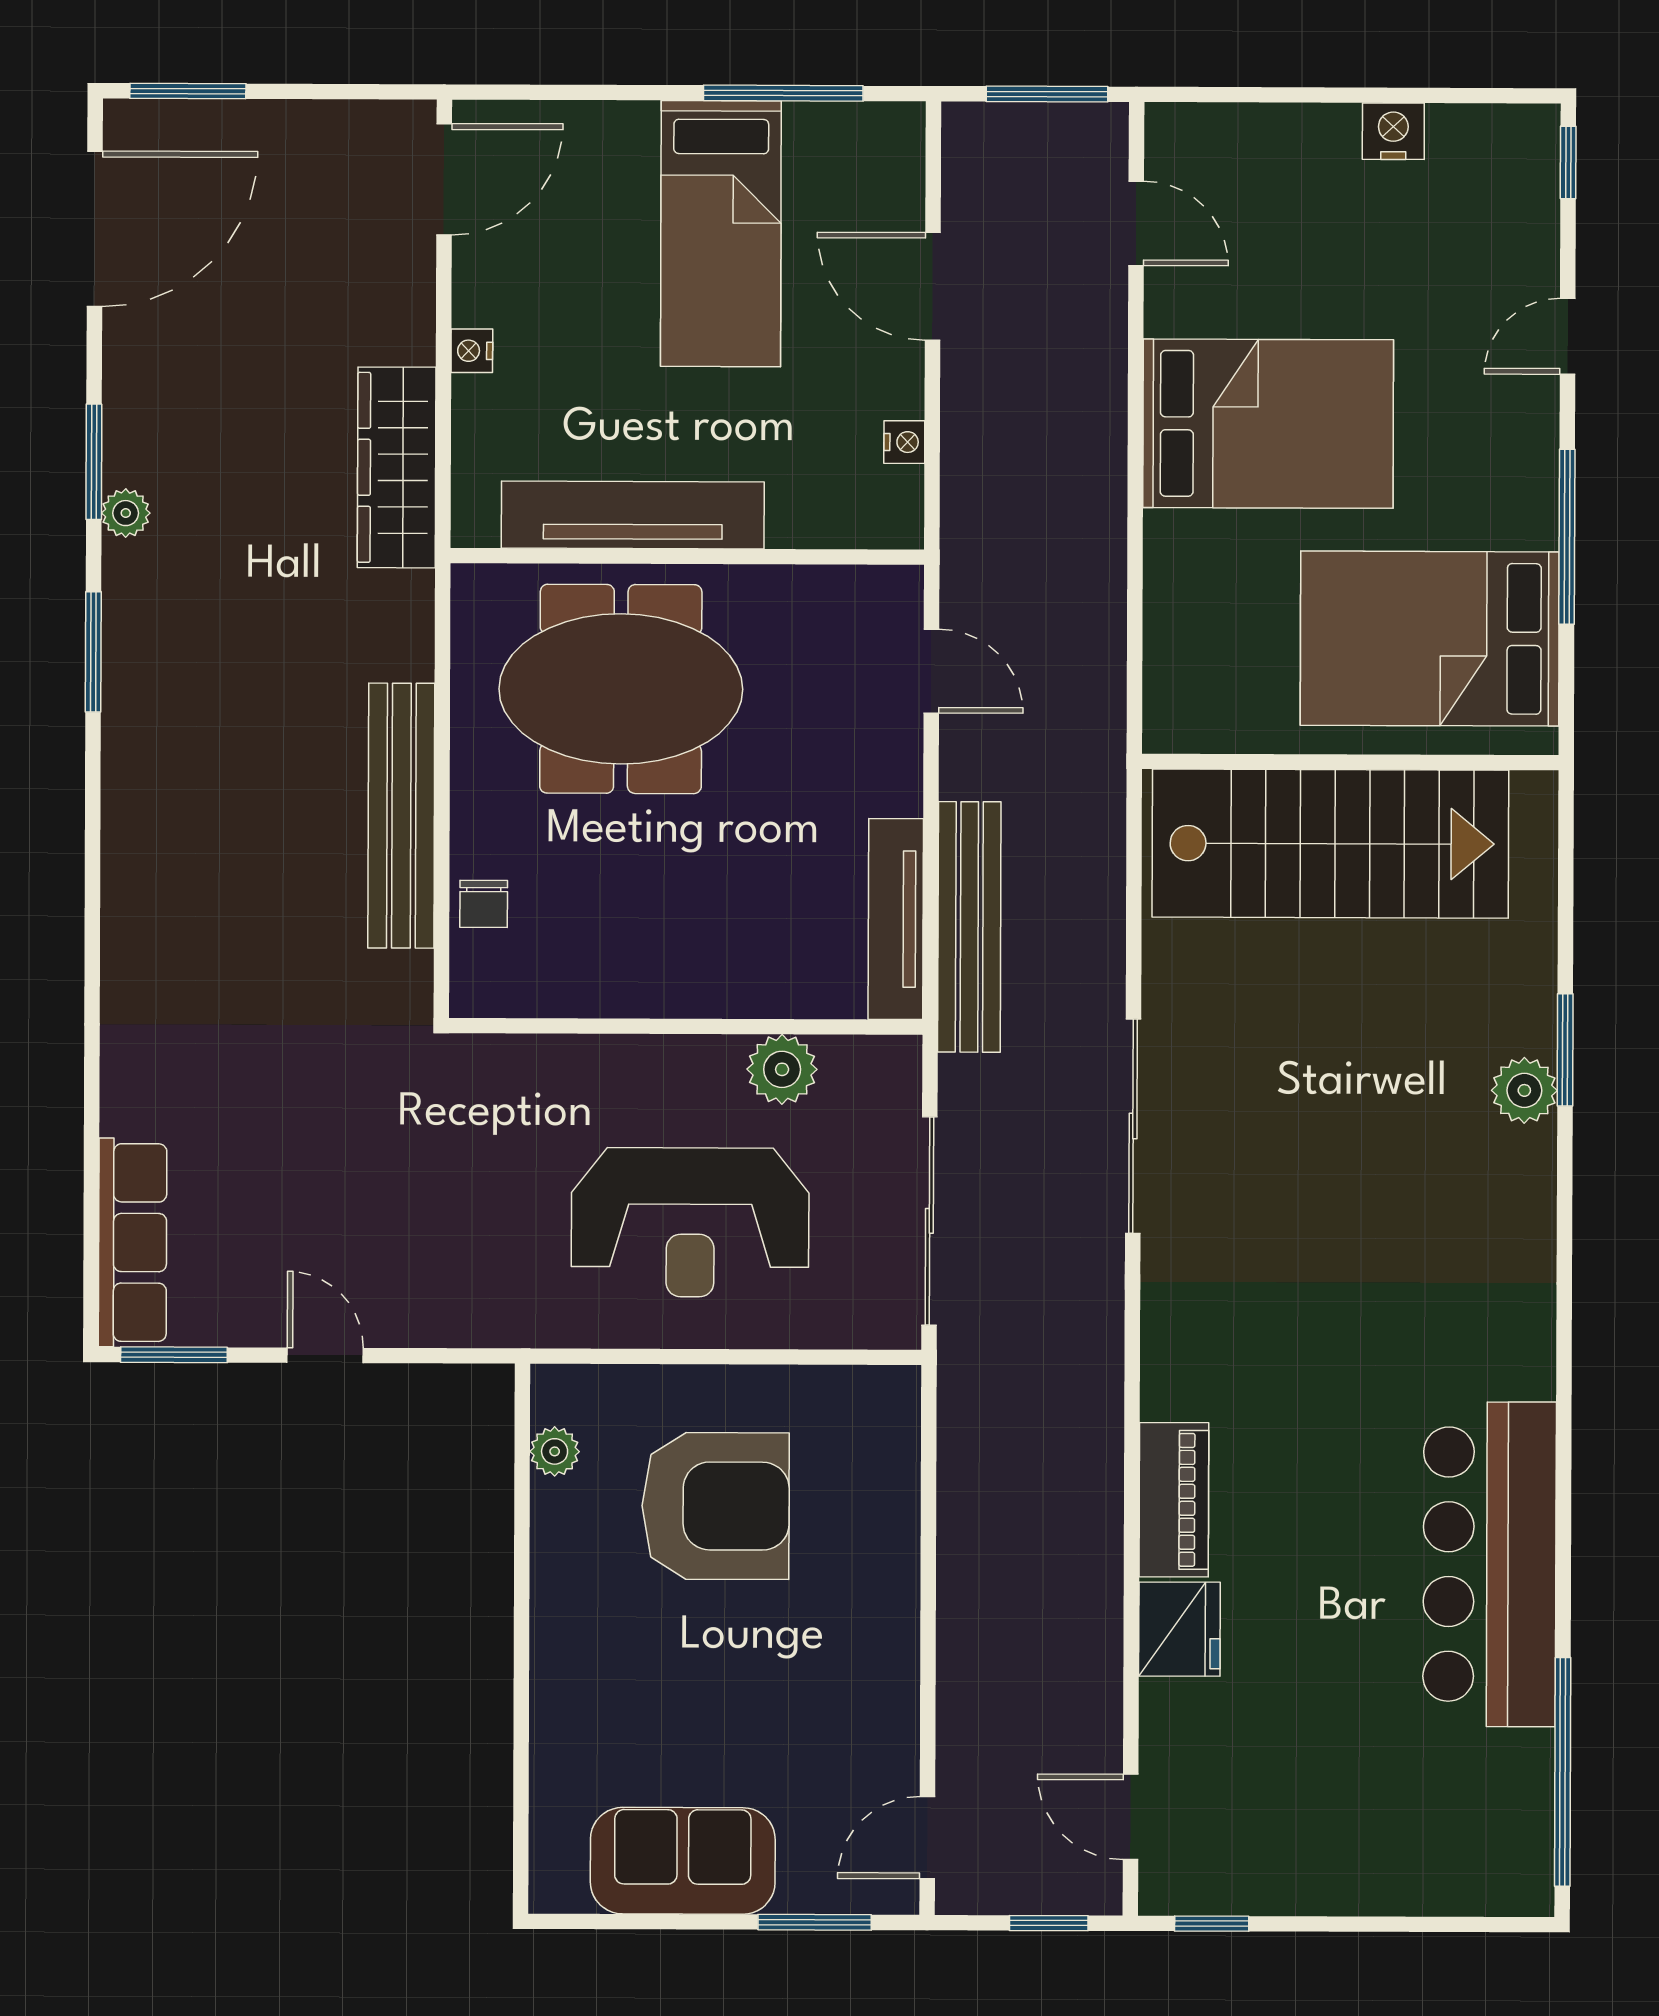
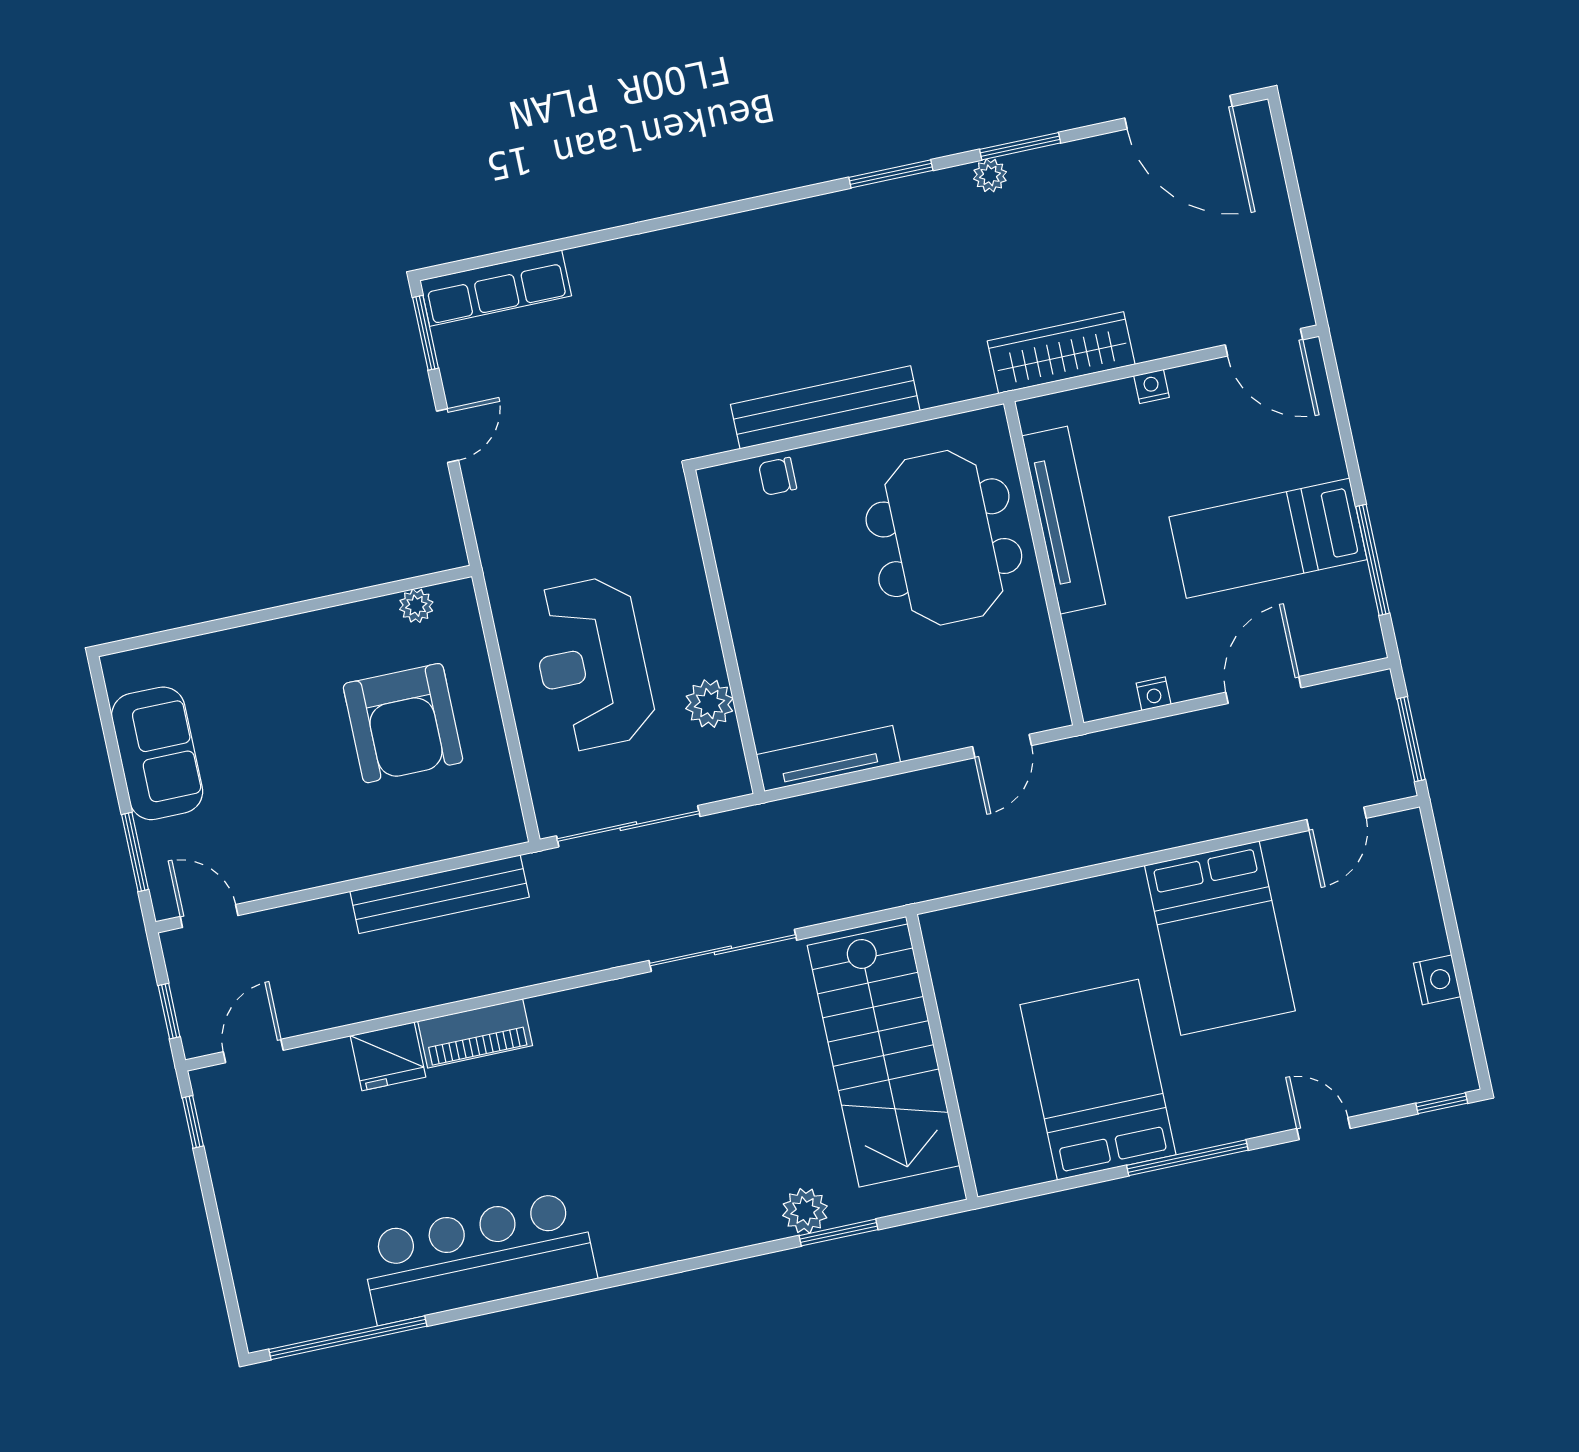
window: (188, 91) -> (1286, 155), removed
wall: (1350, 762) -> (942, 1057), moved
stairs: (1330, 844) -> (883, 1056), moved
bench: (969, 927) -> (440, 894), moved

